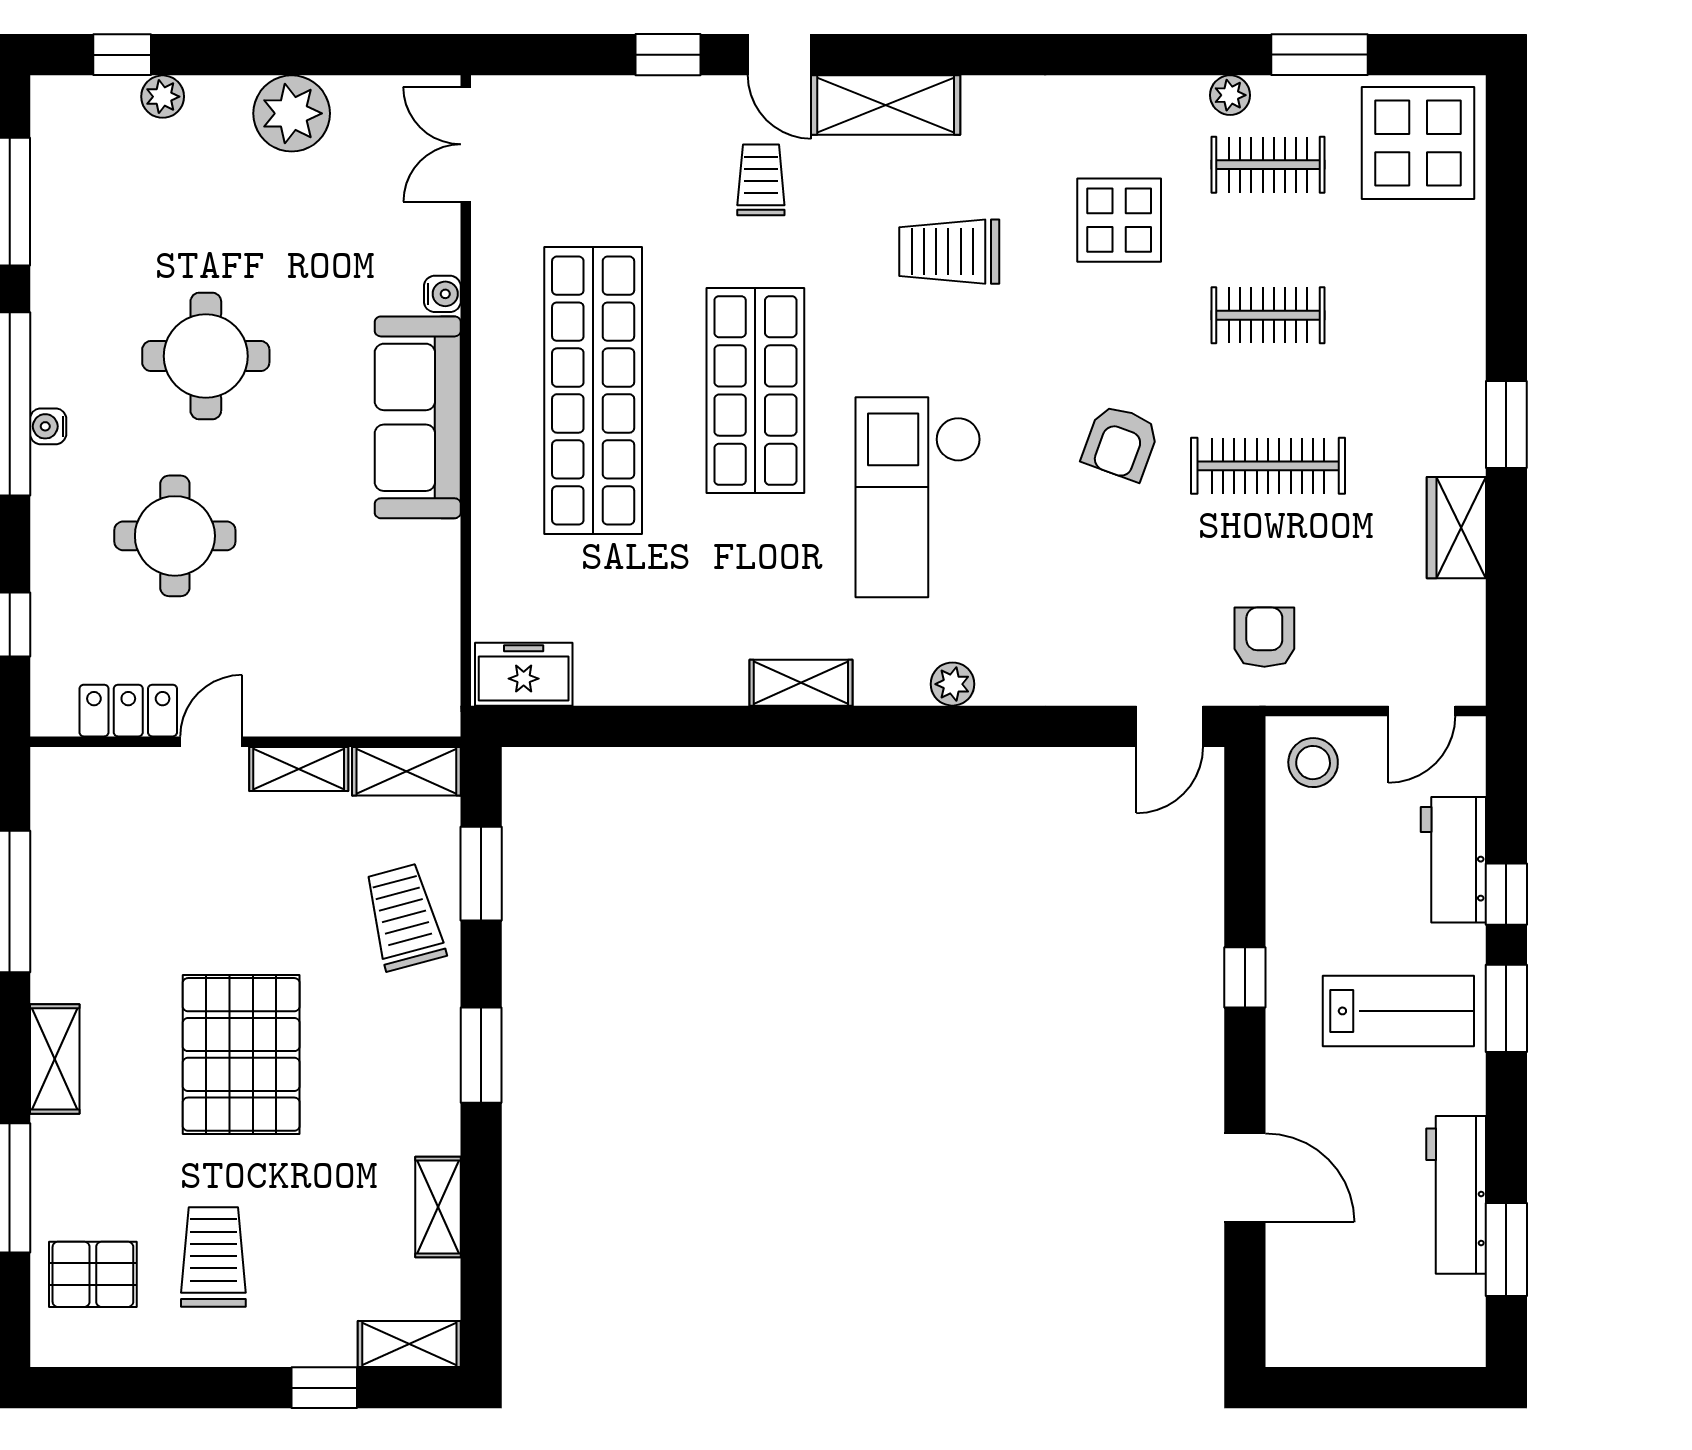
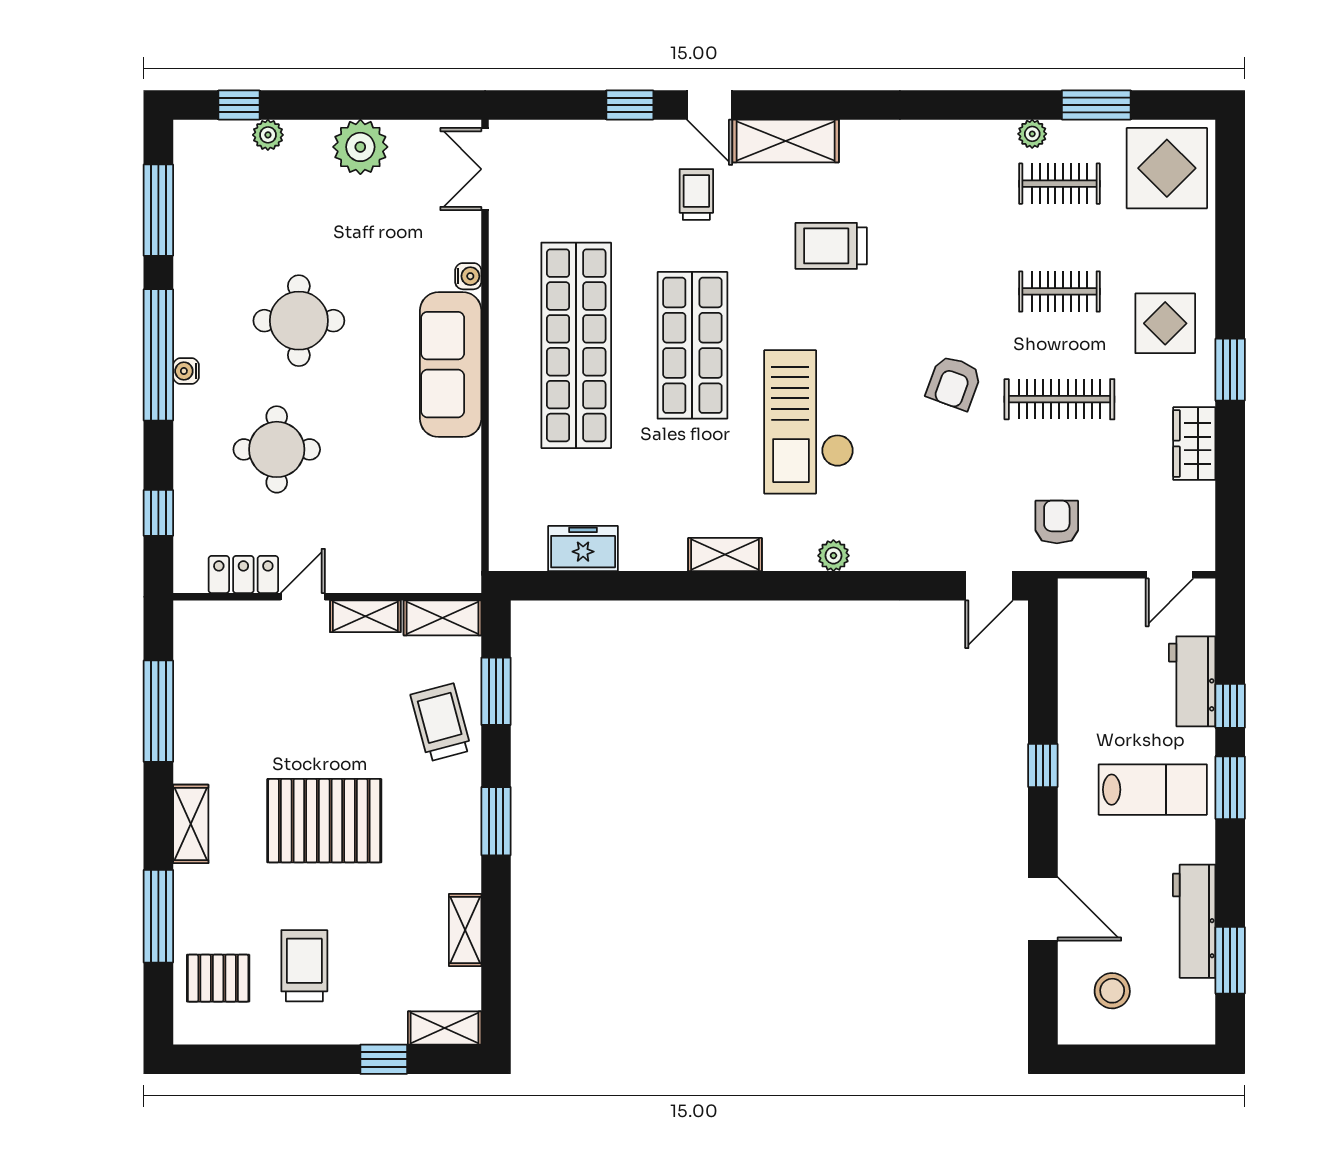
display table: (1119, 220) -> (1165, 323), moved
freezer: (524, 674) -> (583, 548), moved
stool: (1313, 763) -> (1112, 991), moved
pallet: (241, 1054) -> (324, 821), turned 90

